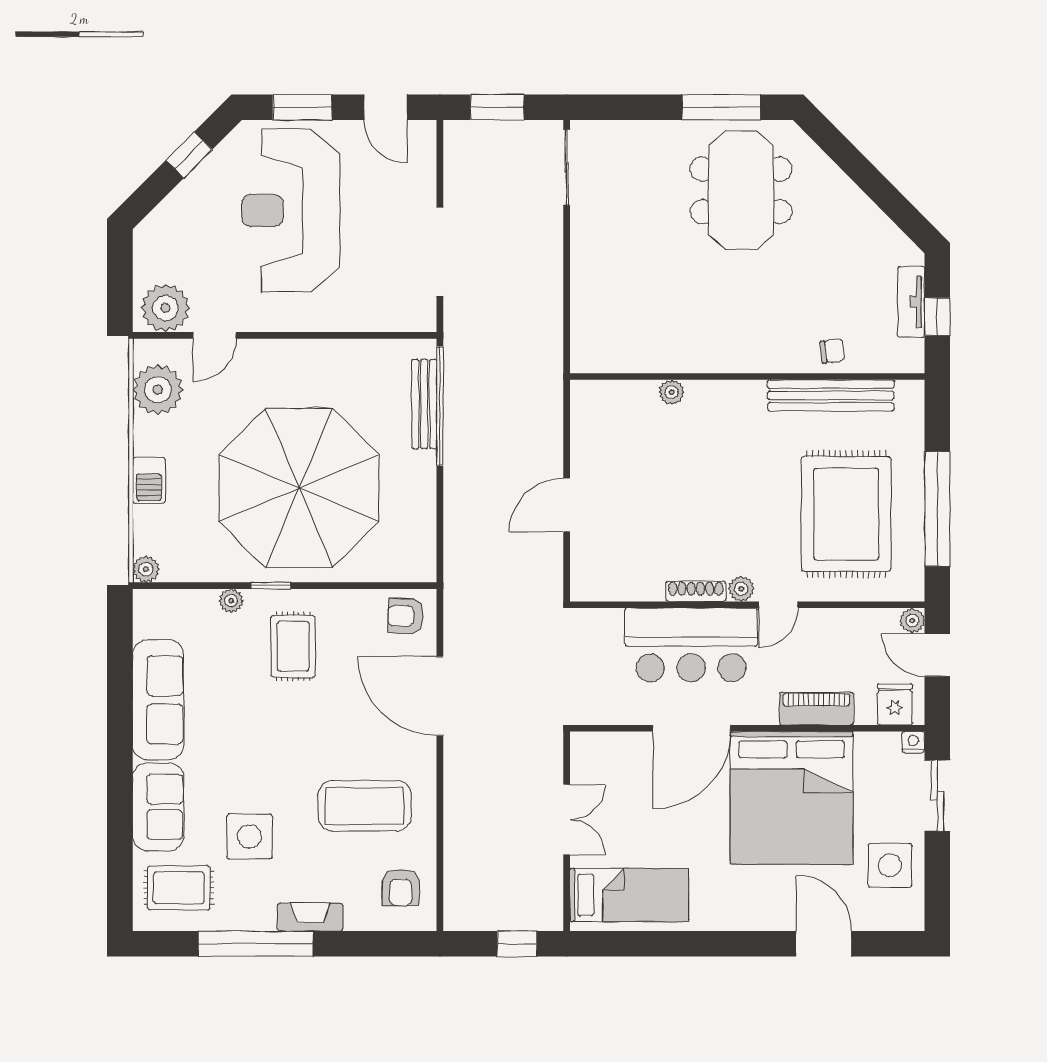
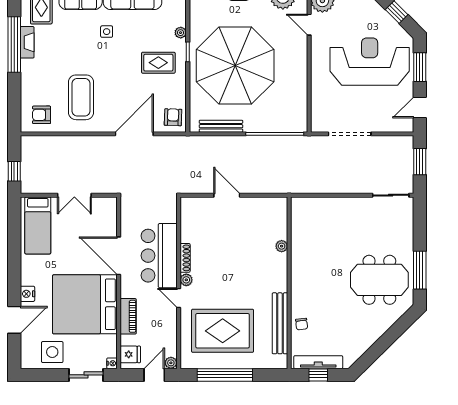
tv unit: (911, 302) -> (318, 362), width x1.41
bench: (424, 404) -> (221, 126), moved
side table: (250, 836) -> (107, 32), moved, width x0.54, depth x0.54
nightstand: (770, 916) -> (27, 294), added
fireplace: (310, 917) -> (27, 42), moved

